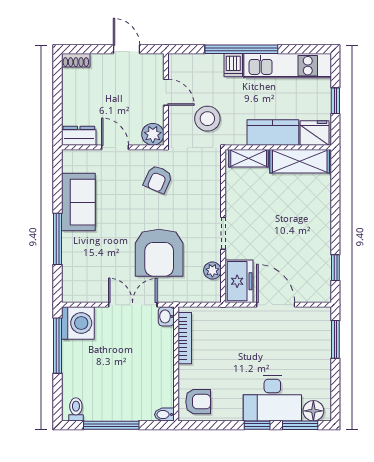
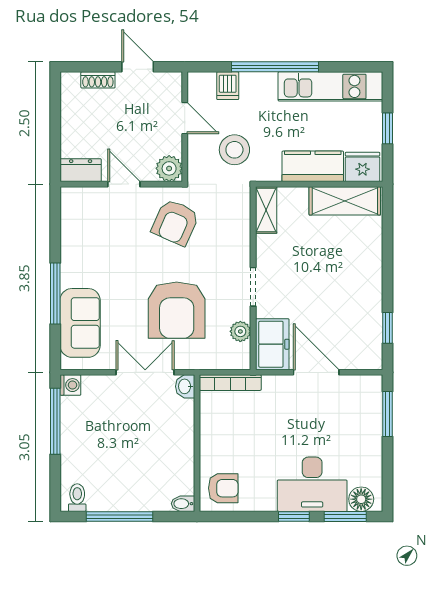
shoe rack: (76, 60) -> (98, 80), moved
dishwasher: (233, 65) -> (228, 86), moved
shelving: (249, 158) -> (266, 210), moved, turned 90
armchair: (158, 179) -> (175, 222), width x1.38, depth x1.38
sofa: (78, 202) -> (80, 323), moved
washing machine: (78, 323) -> (70, 385), width x0.53, depth x0.53
bookcase: (185, 338) -> (230, 383), moved, turned 90

